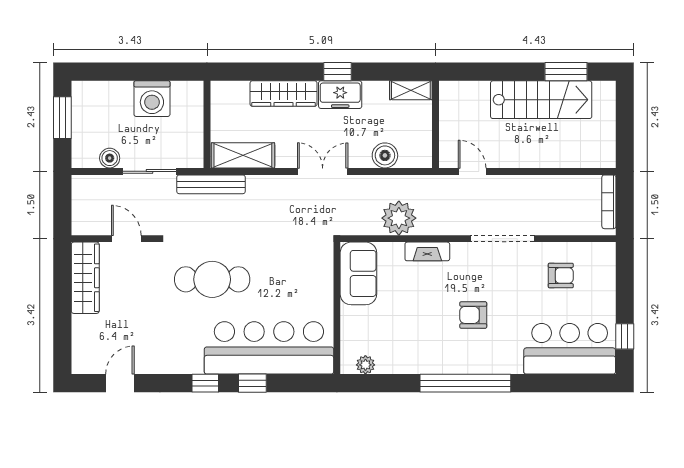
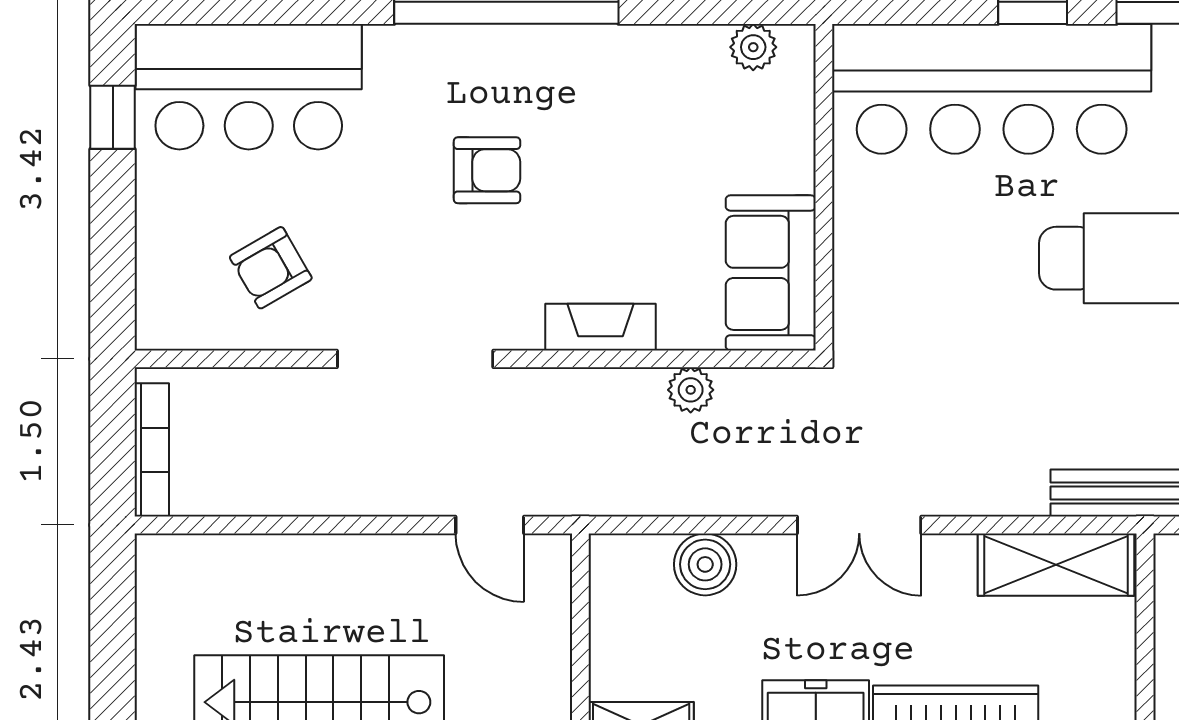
plant: (399, 218) -> (691, 390), width x0.53, depth x0.53
armchair: (561, 276) -> (271, 268), turned -30

